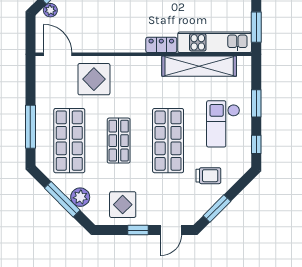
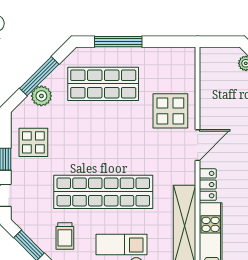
door: (58, 54) -> (198, 145), moved
shop shelf: (119, 141) -> (103, 138), removed
shop shelf: (168, 141) -> (103, 192), width x1.40

